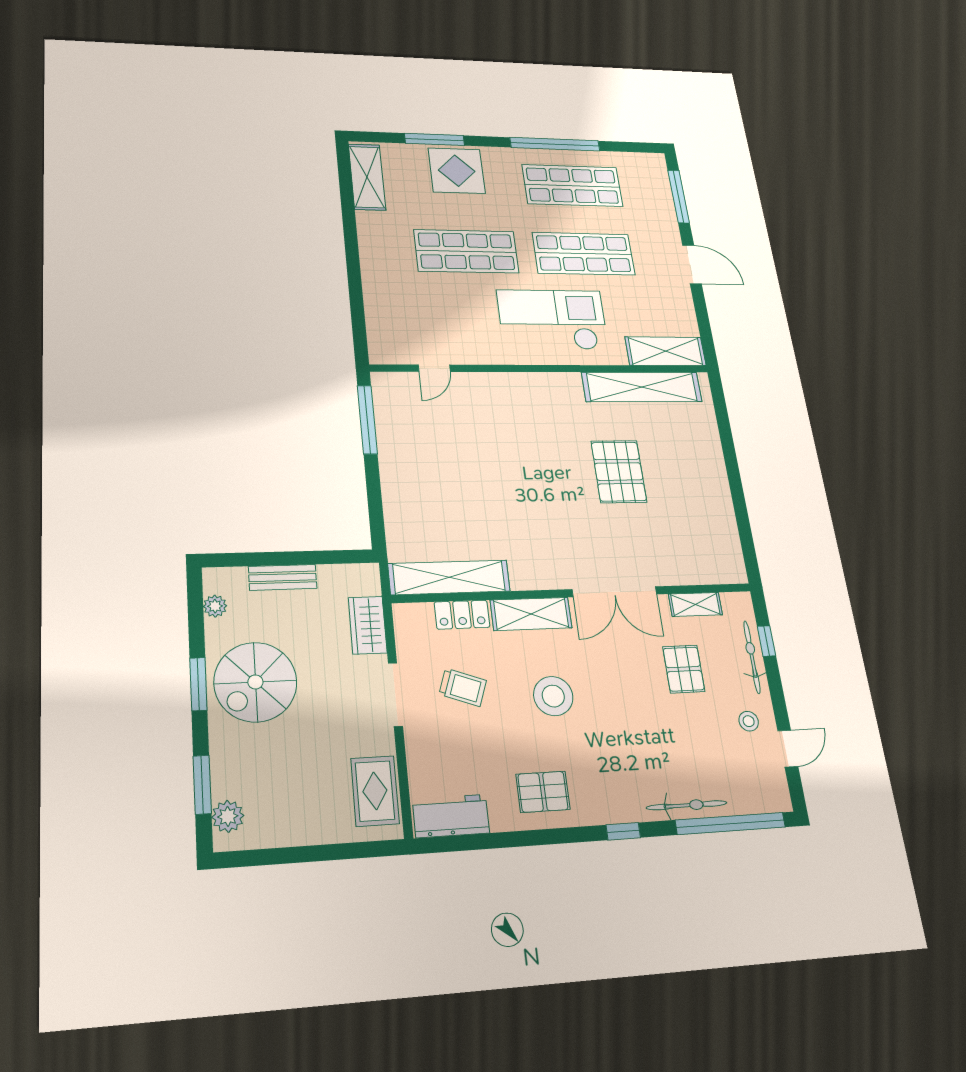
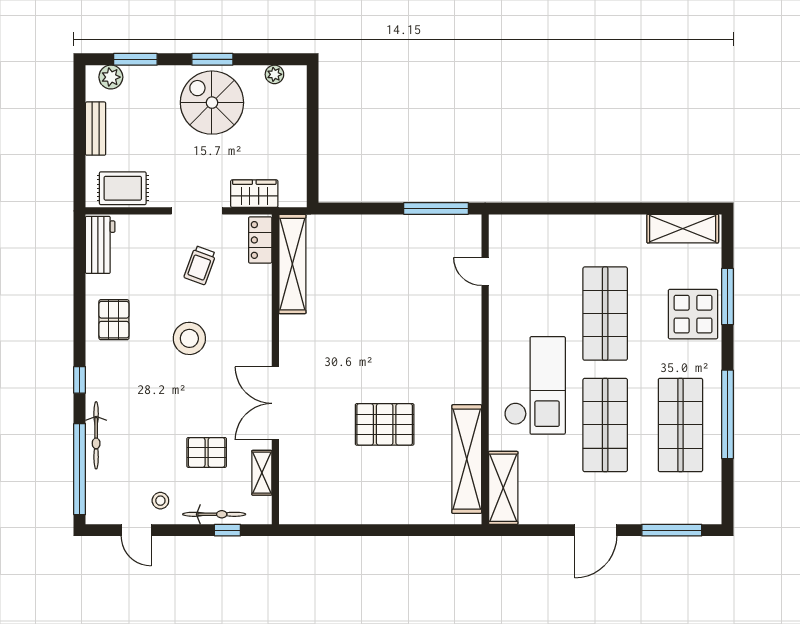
bench: (283, 577) -> (96, 129), moved
shelving: (531, 614) -> (259, 329), removed
locker: (462, 615) -> (260, 240), moved

